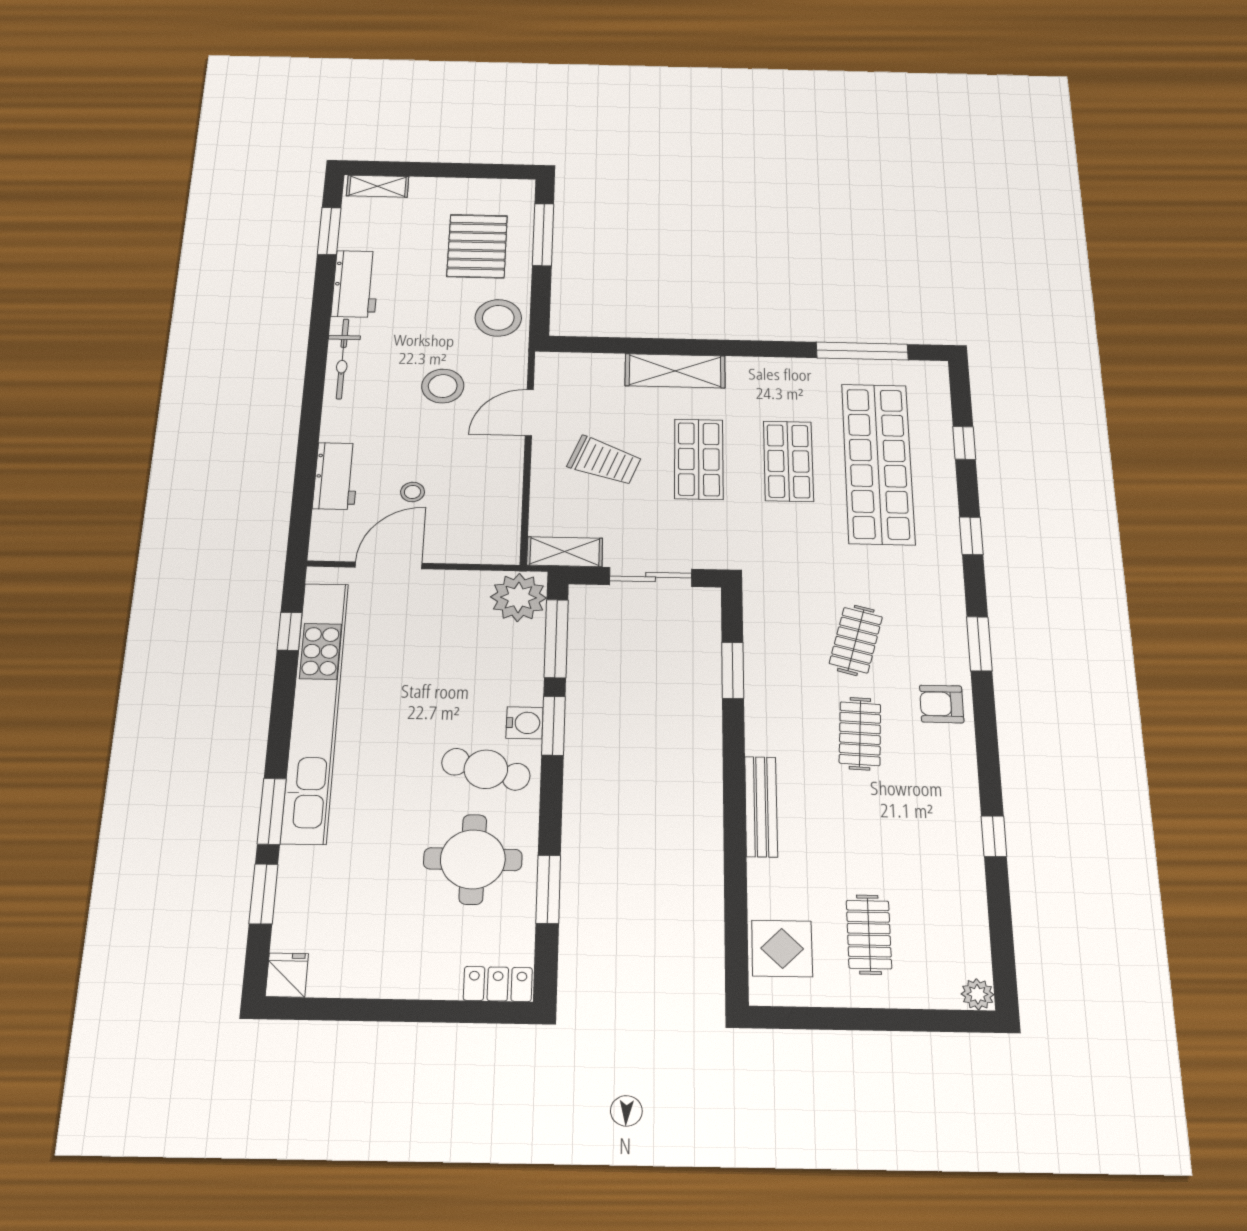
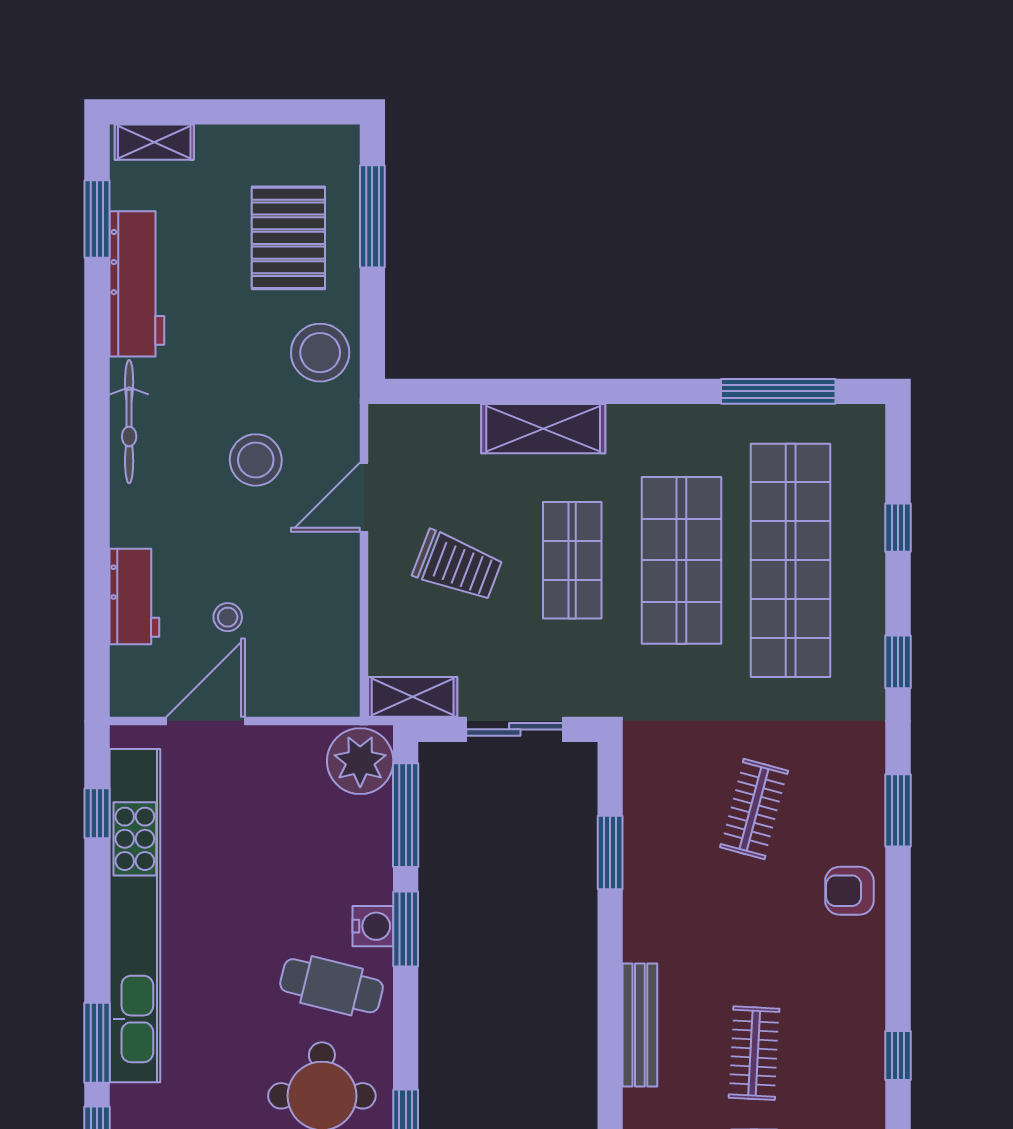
workbench: (356, 284) -> (137, 284), width x1.38
shop shelf: (788, 461) -> (681, 560), width x1.43, depth x1.36
clothes rail: (860, 734) -> (754, 1053), moved

